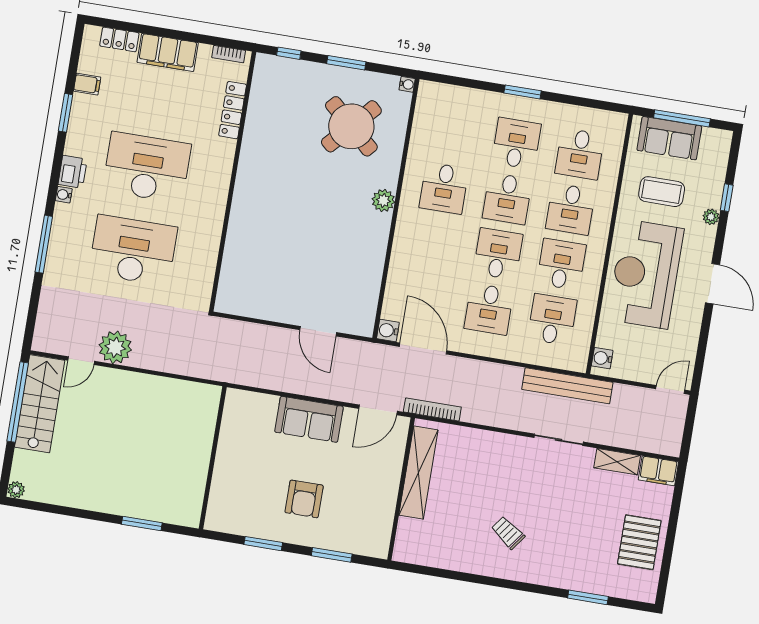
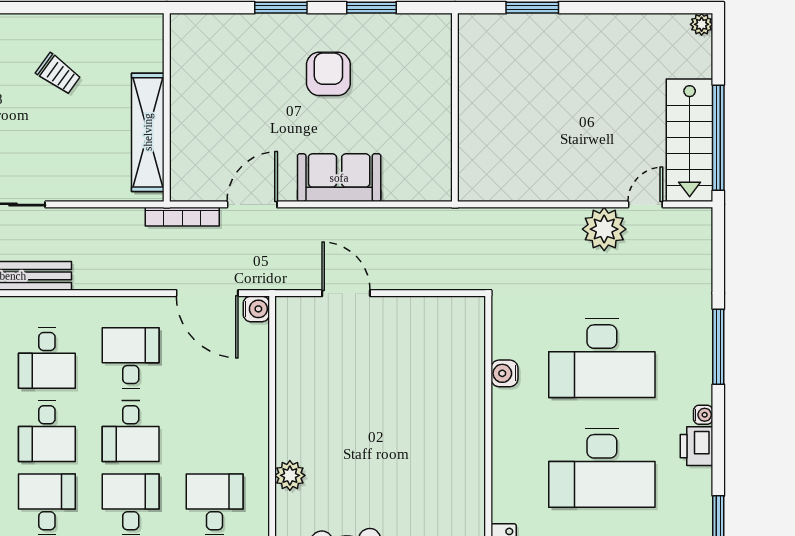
water cooler: (209, 251) -> (504, 373), added
shelving: (418, 473) -> (148, 132), moved
wall: (401, 489) -> (167, 107), moved

